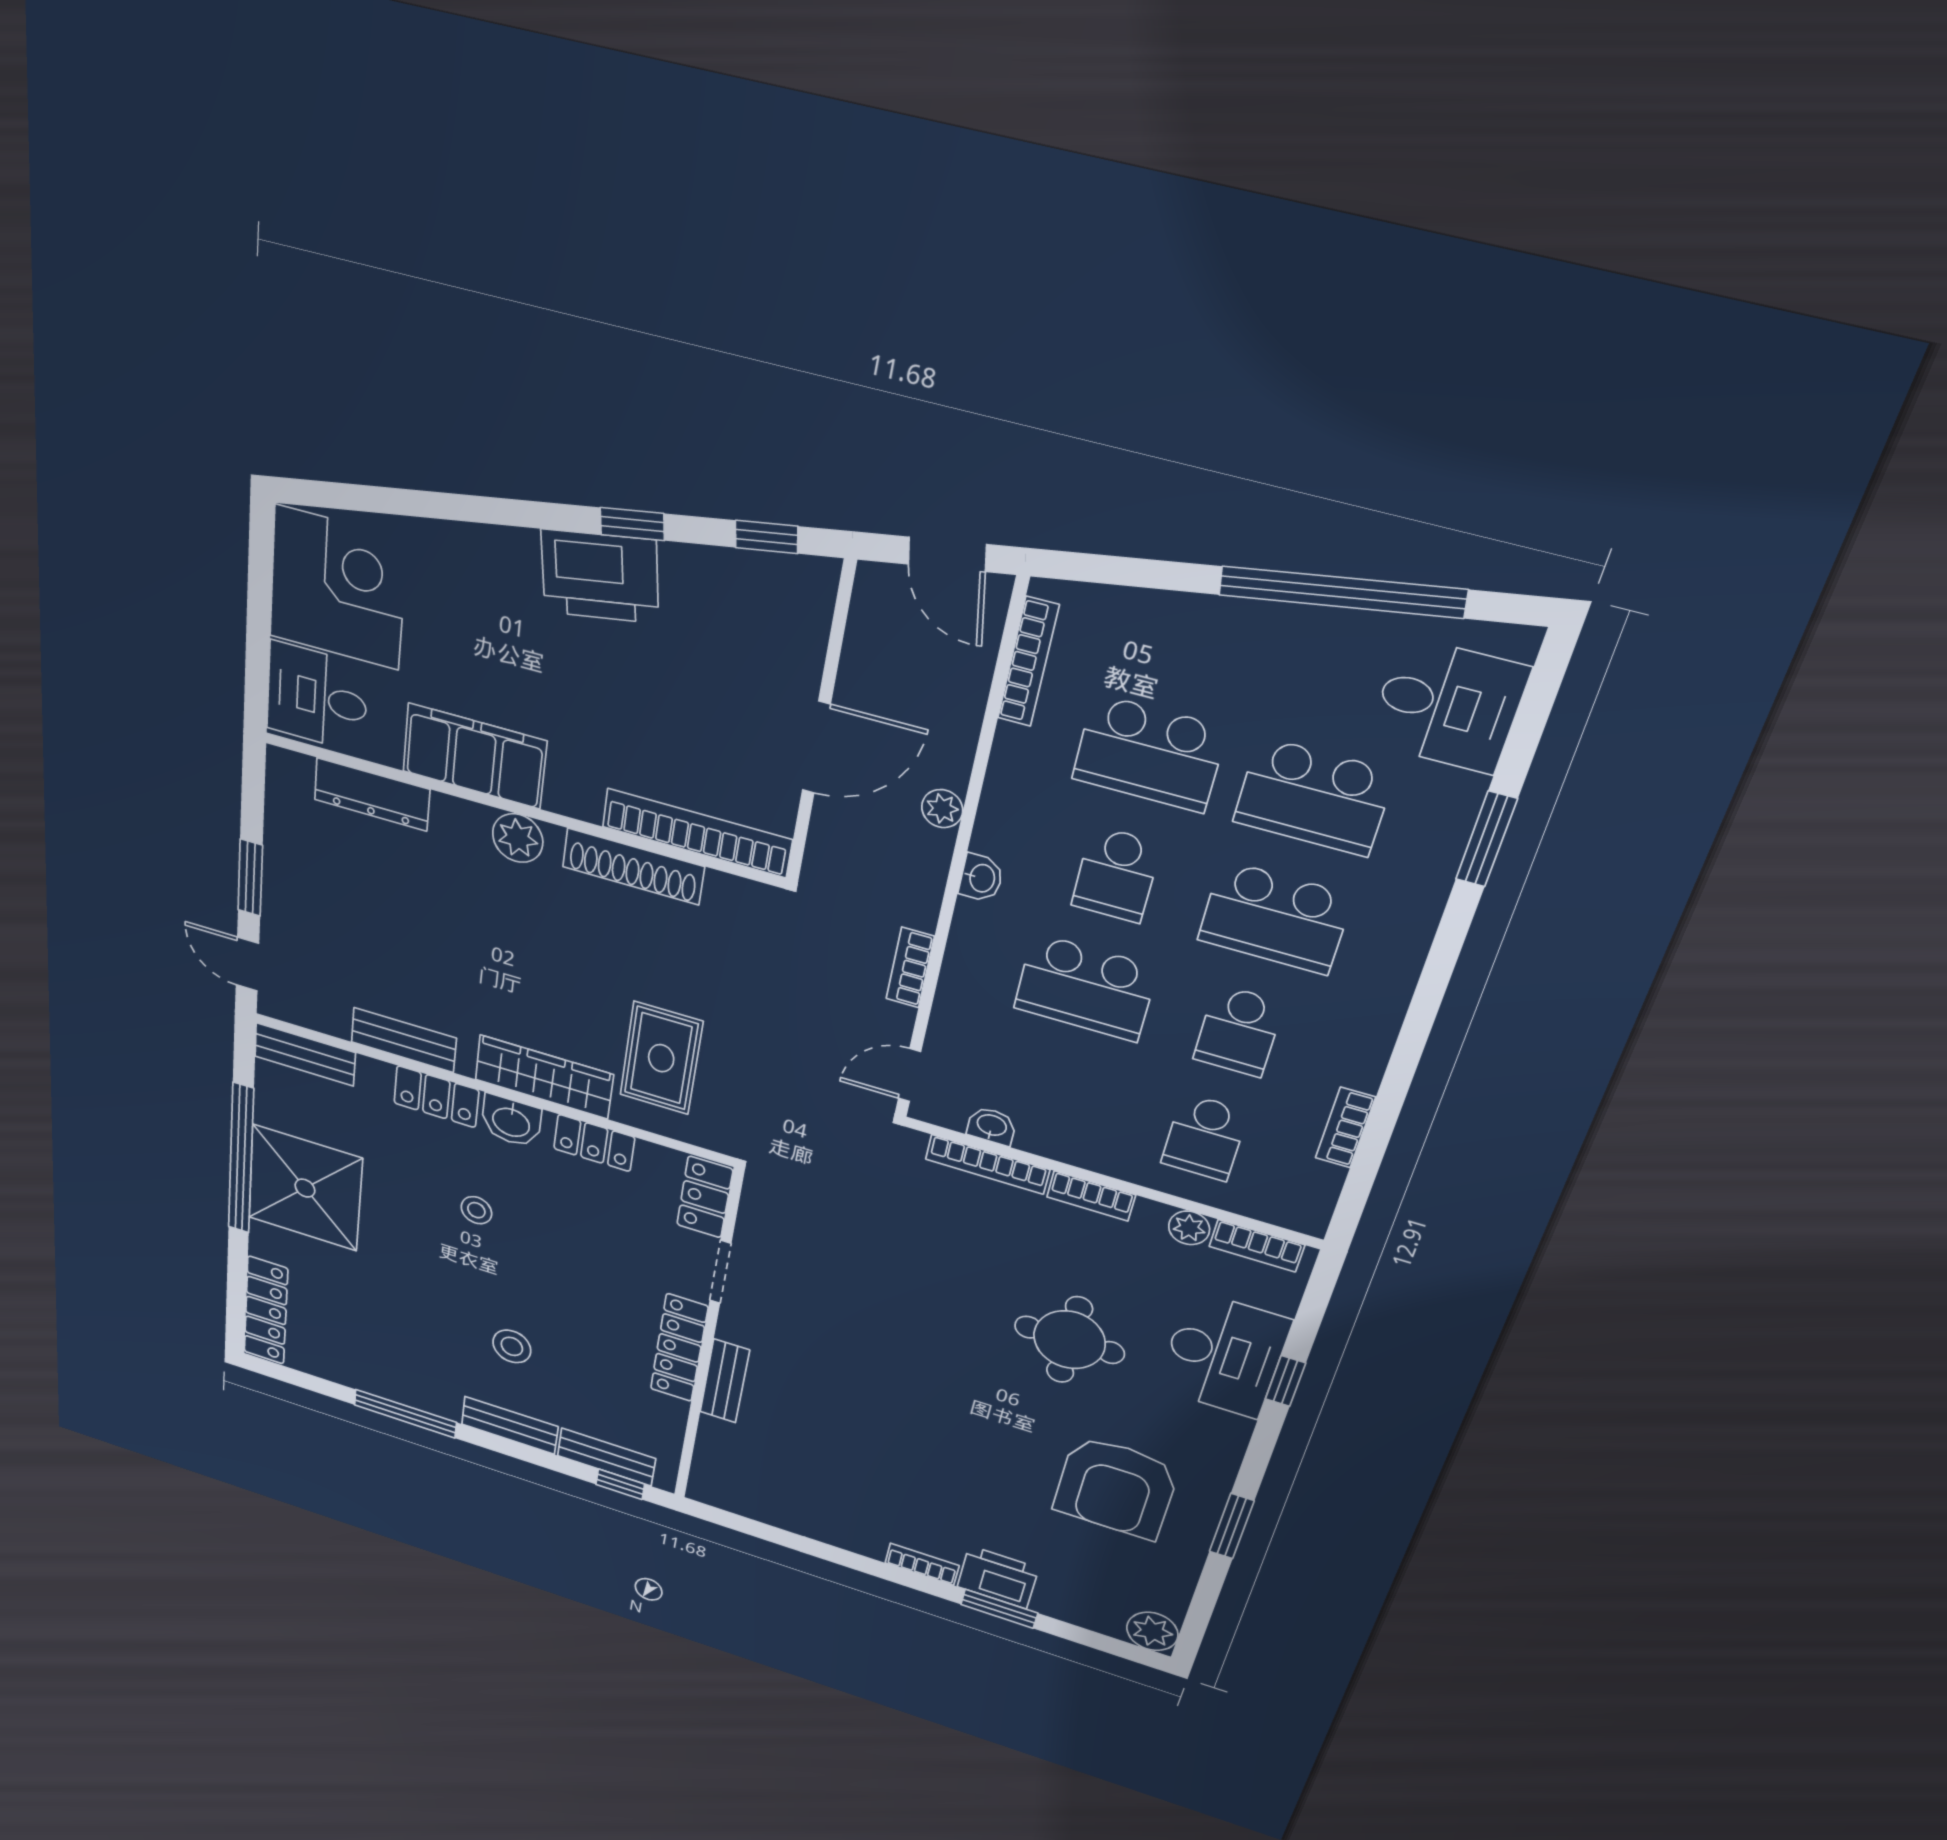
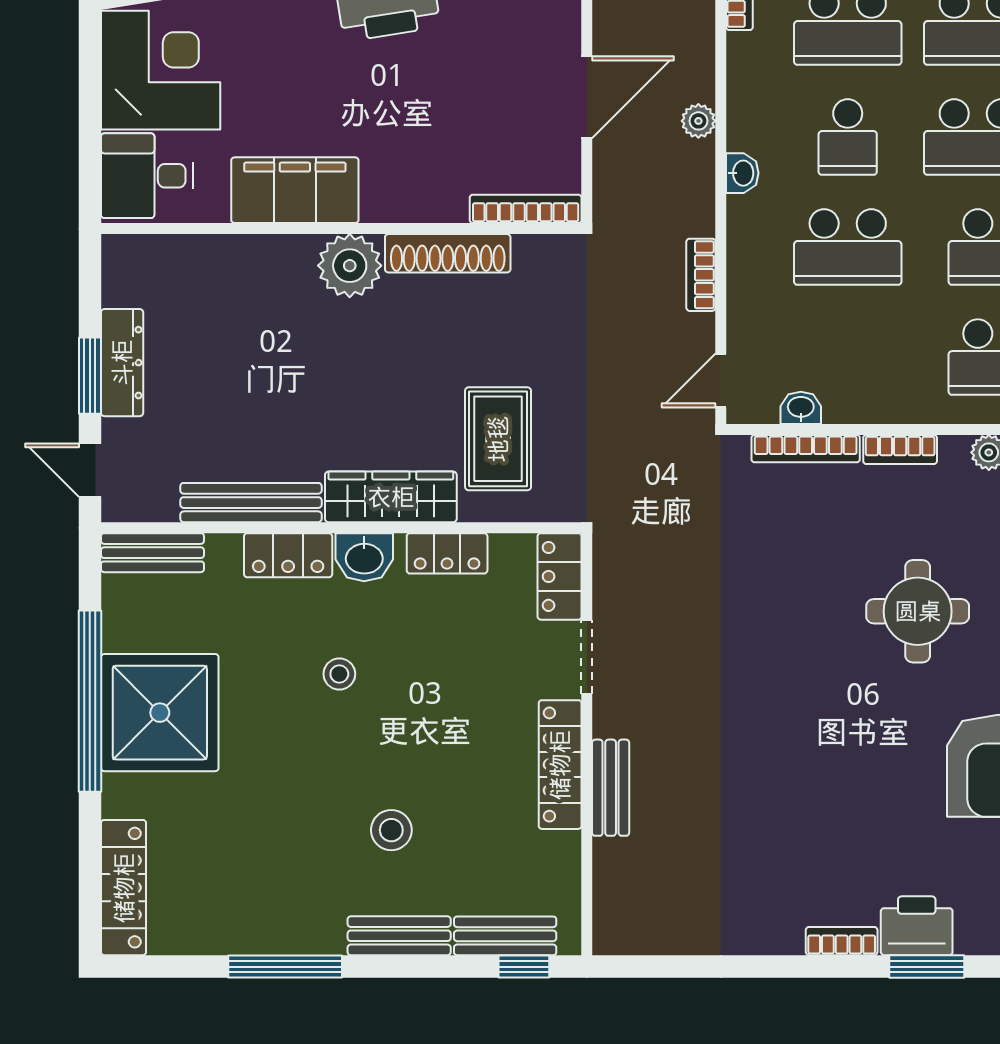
dresser: (372, 794) -> (122, 363), moved, turned -90
bookcase: (697, 833) -> (526, 209), width x0.68, depth x0.76
plant: (518, 838) -> (350, 266), width x1.36, depth x1.36
bench: (404, 1040) -> (251, 503), width x1.36

